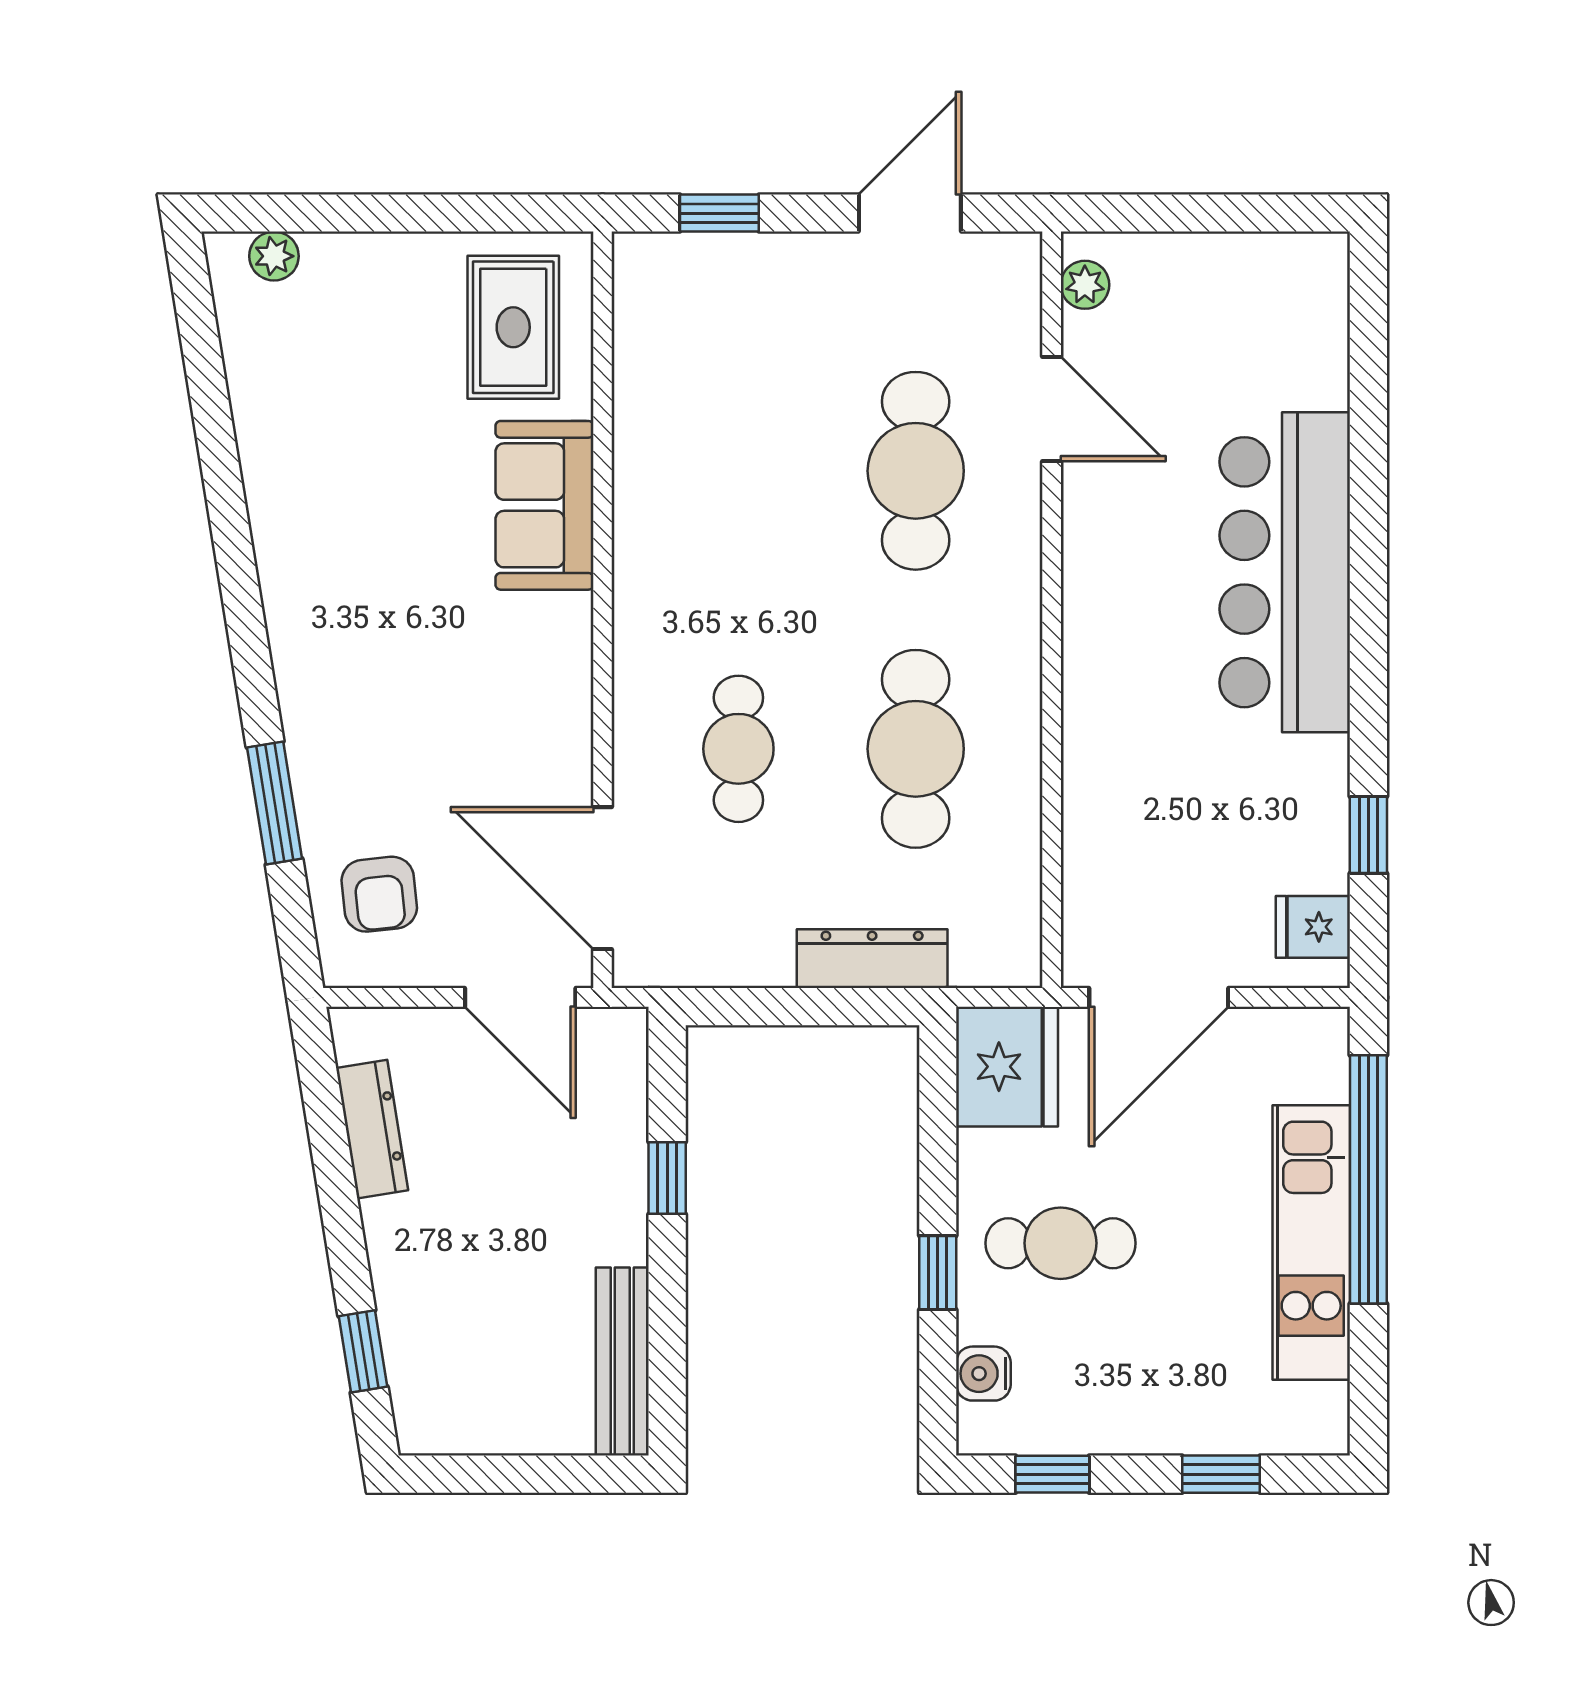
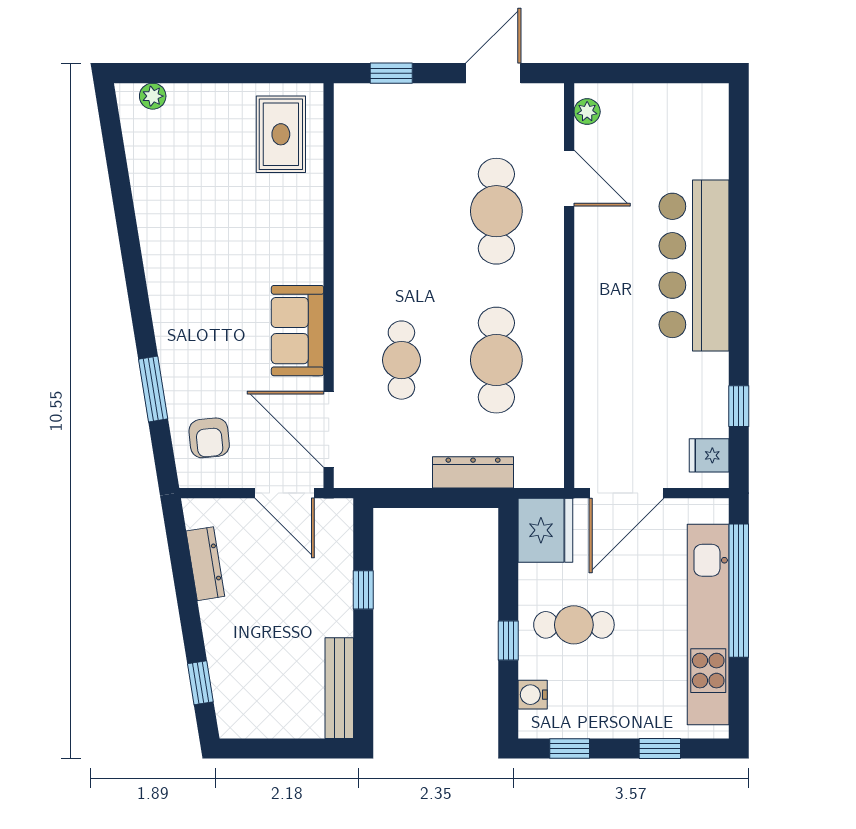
sofa: (544, 505) -> (298, 331), moved
kitchen unit: (1311, 1243) -> (708, 624), width x1.36

